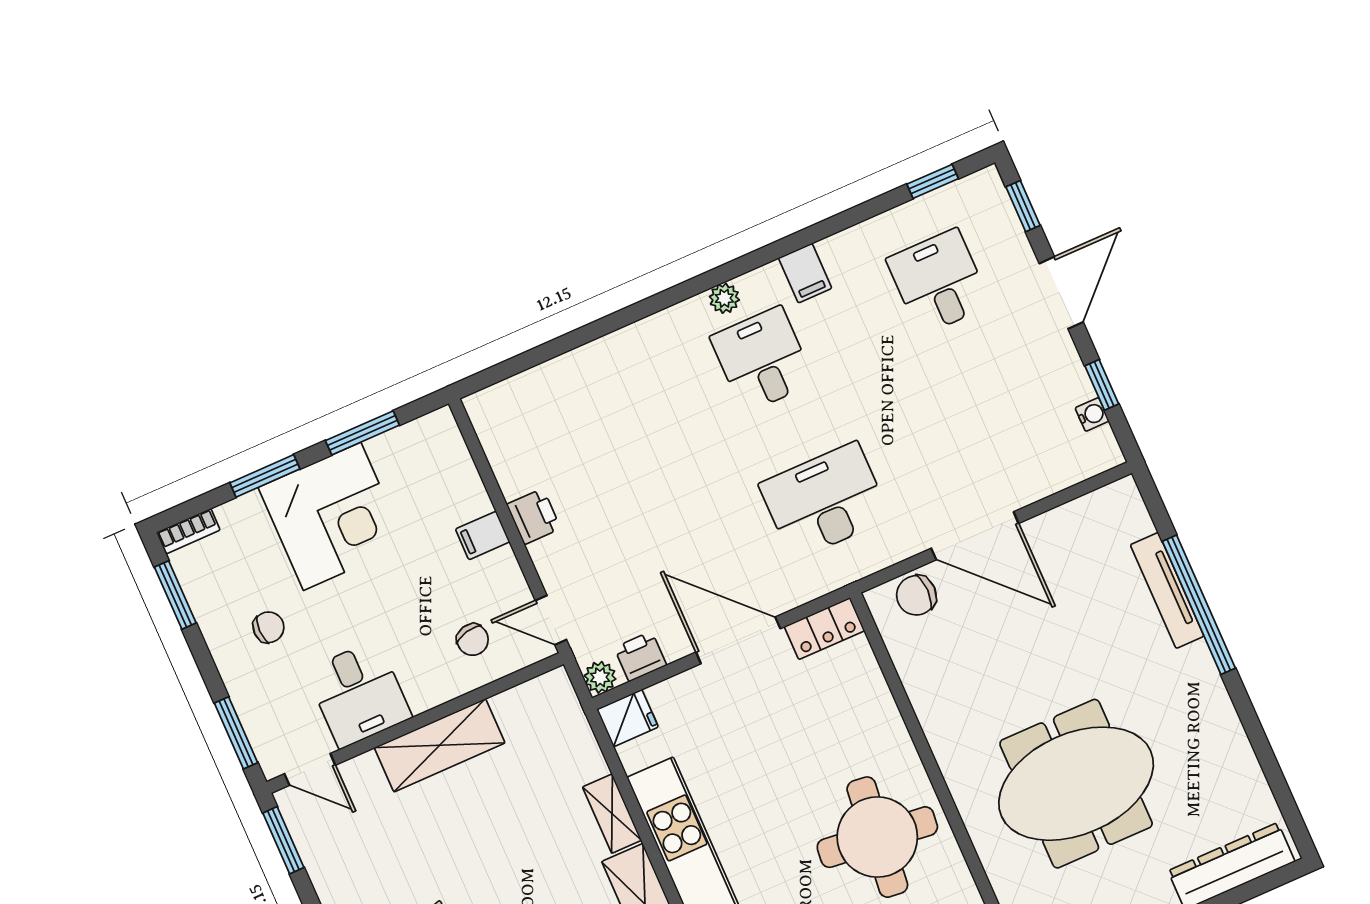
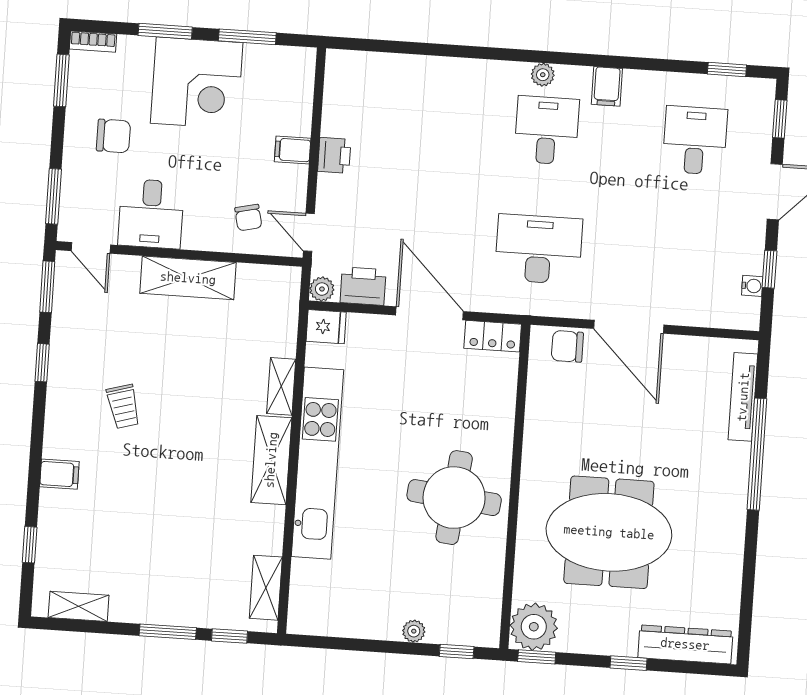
tv unit: (1167, 590) -> (743, 397), moved
chair: (269, 627) -> (113, 136), width x1.37, depth x1.37
printer: (640, 656) -> (363, 286), width x1.36, depth x1.24

